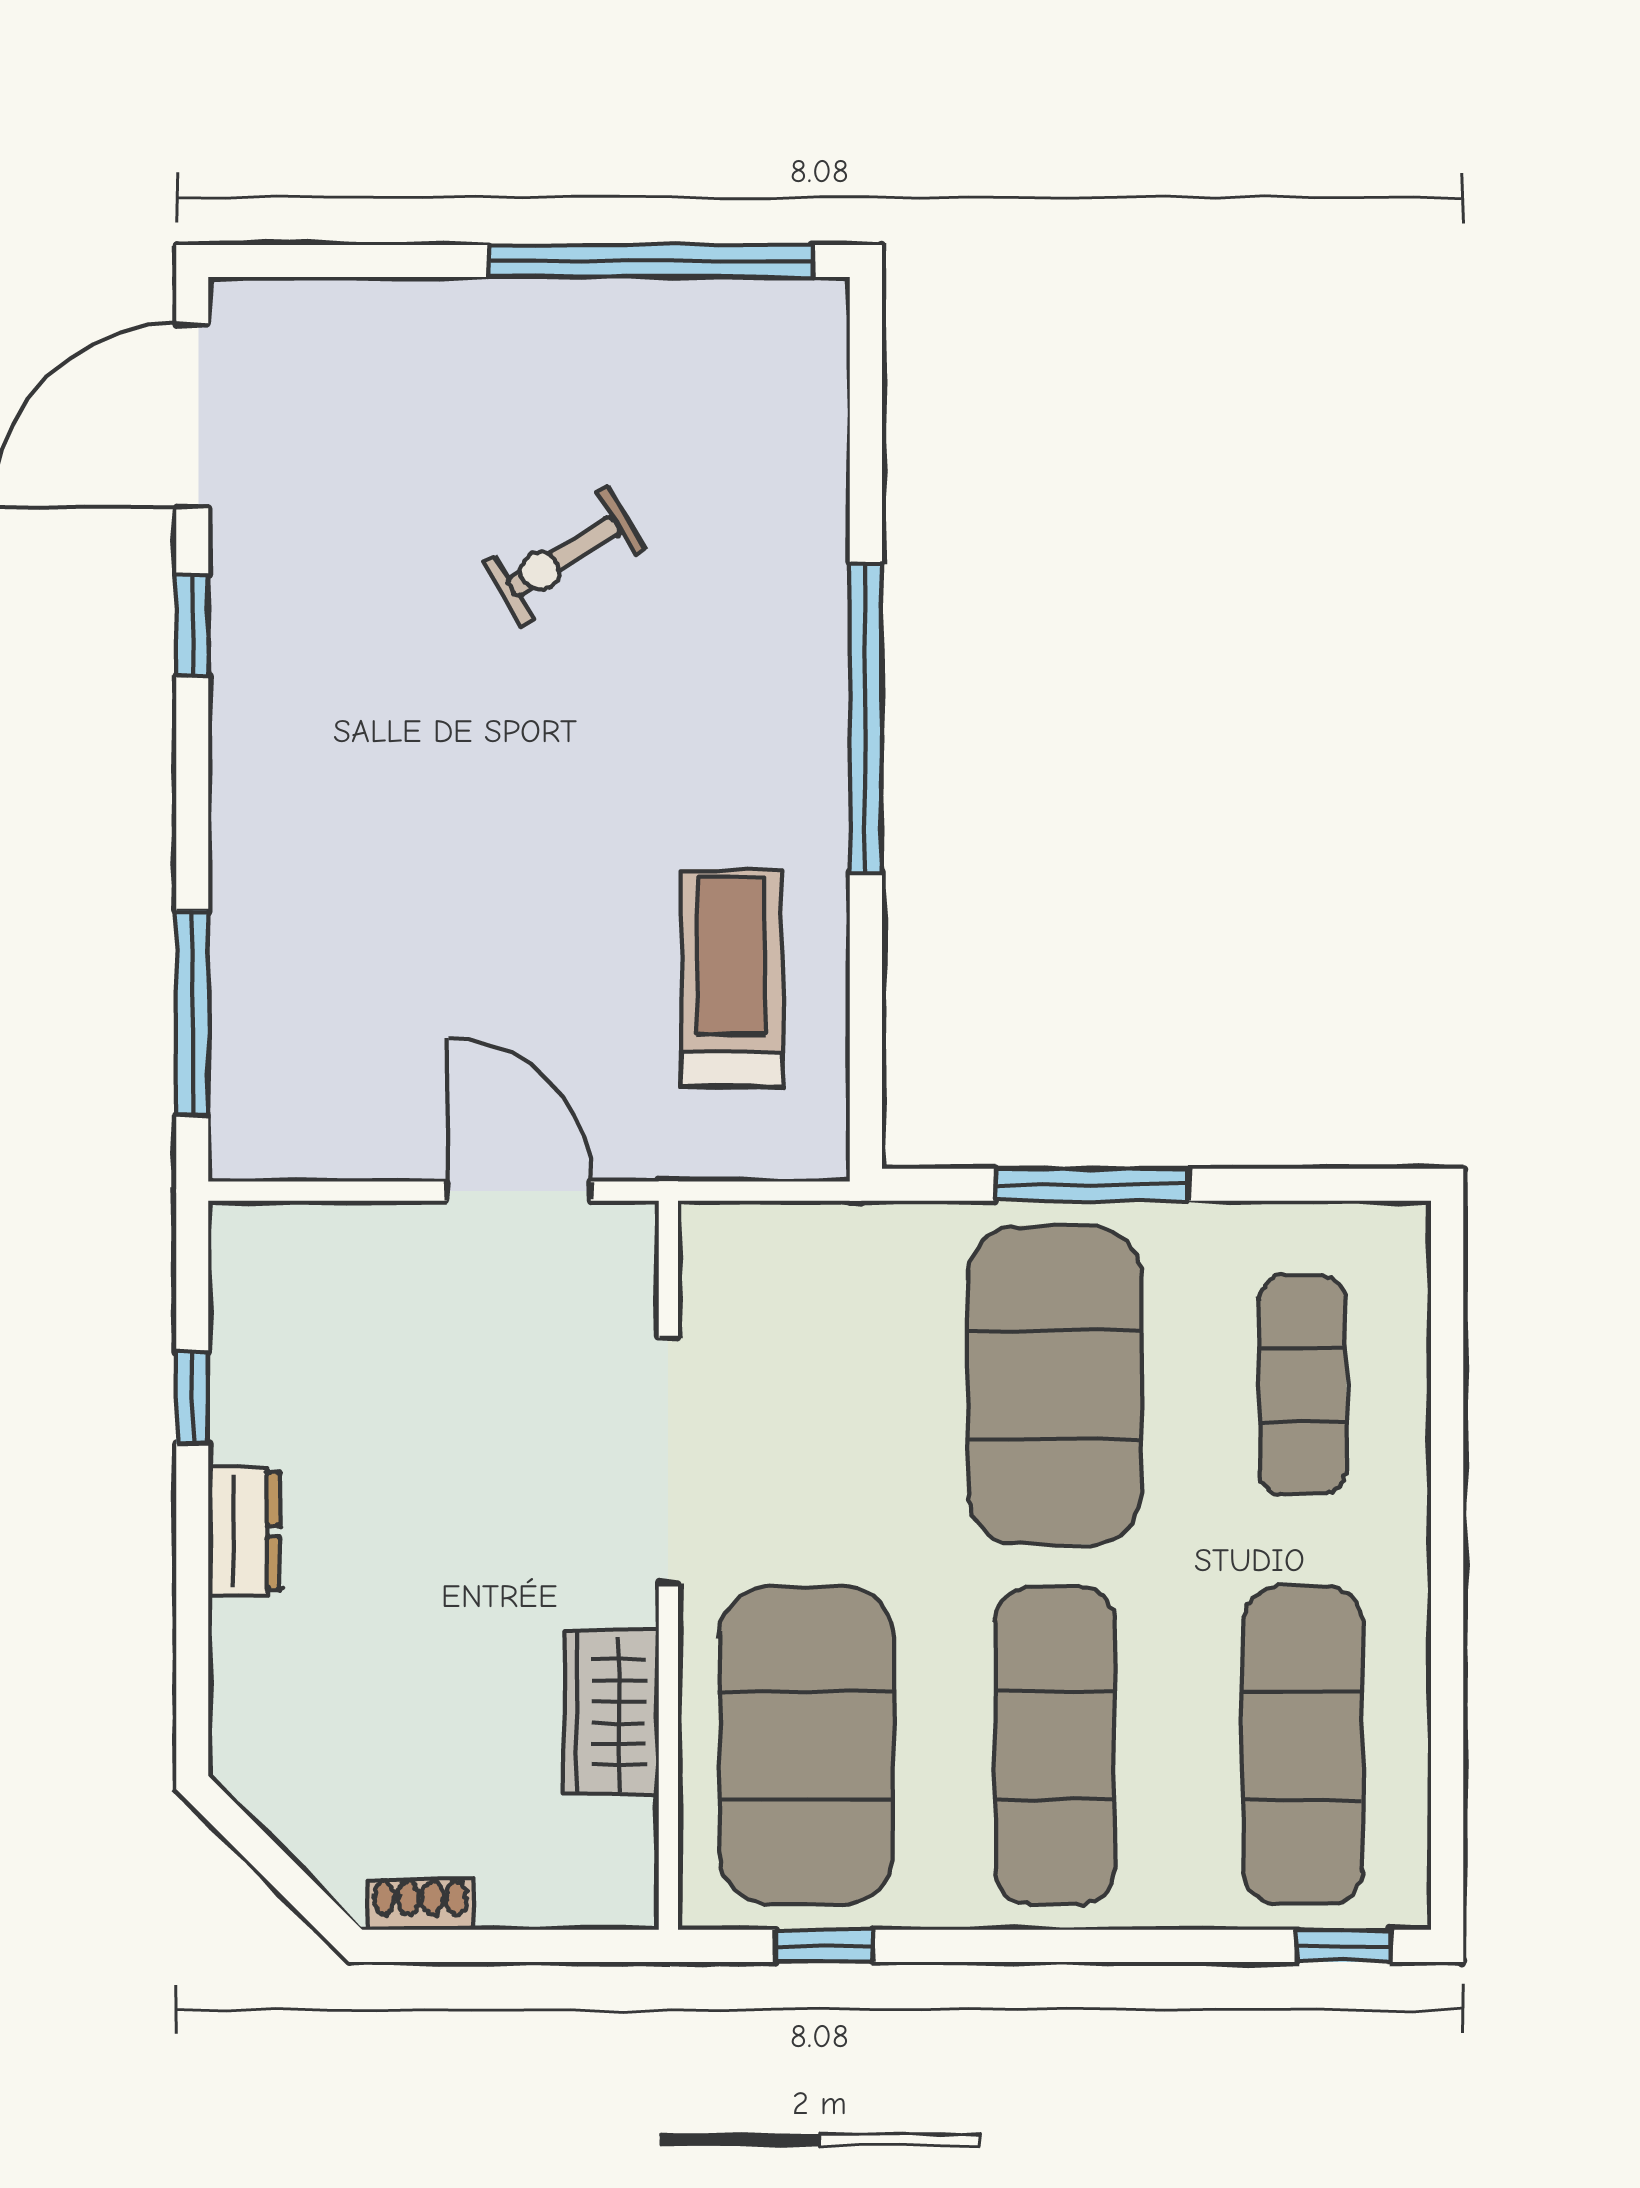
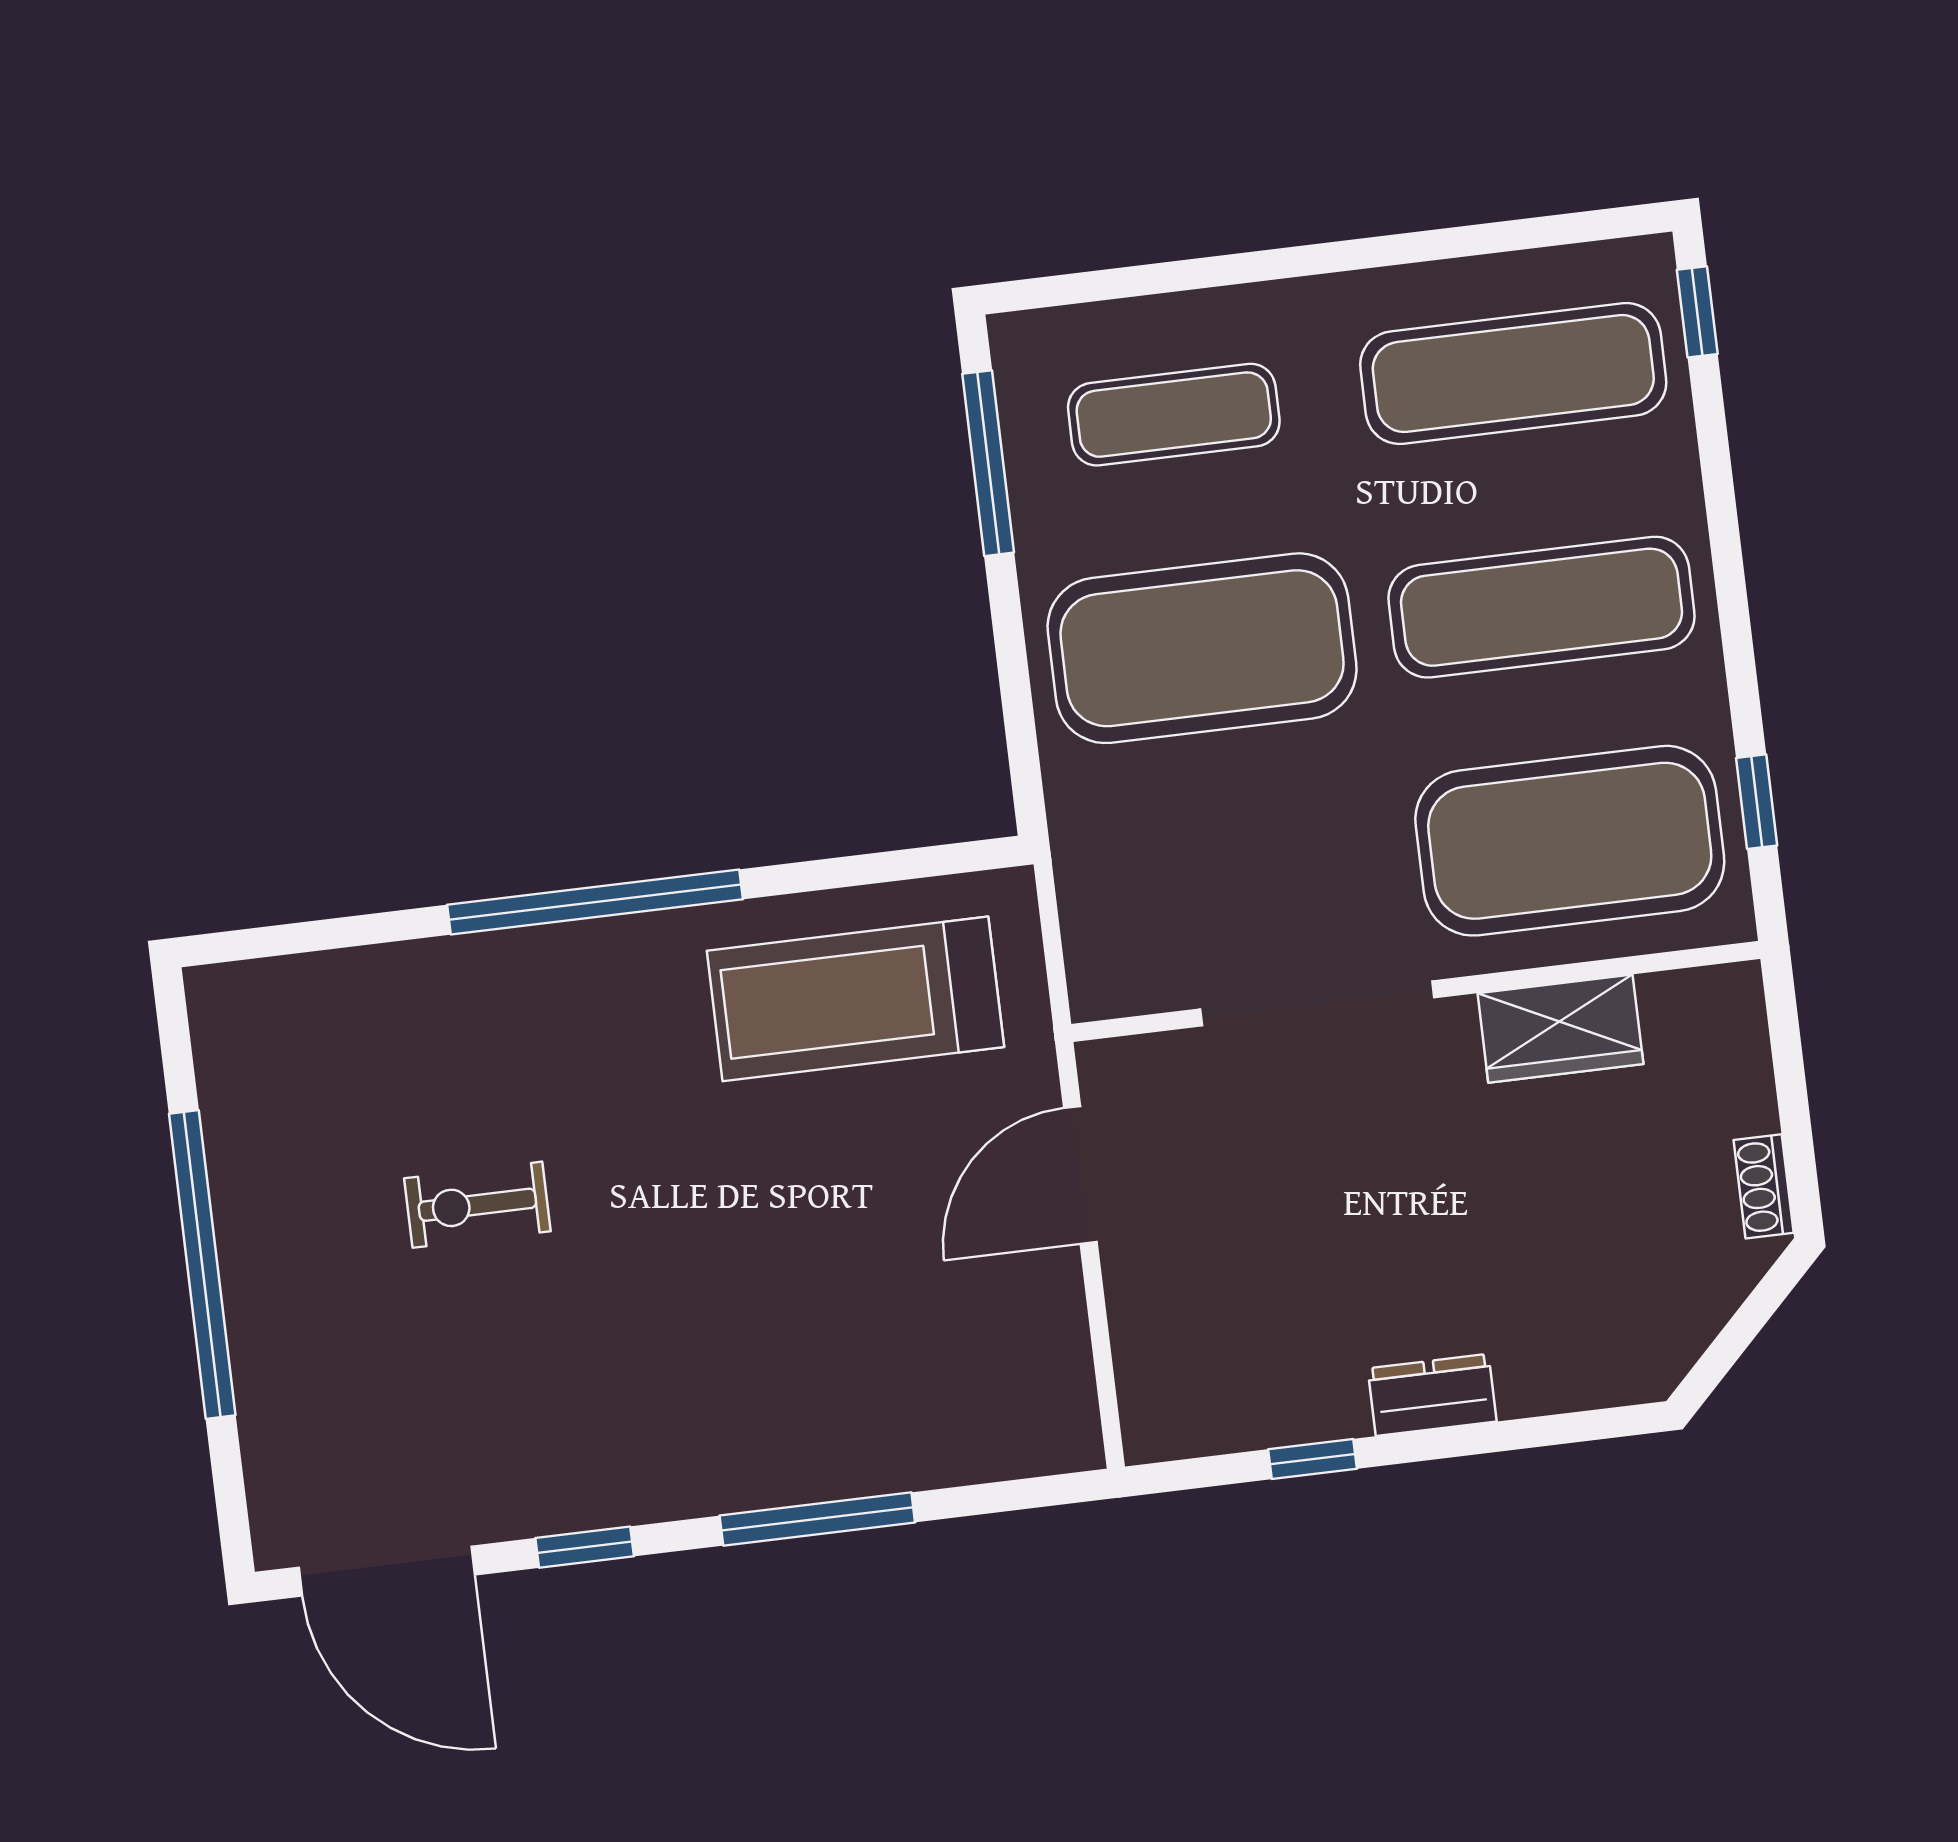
window: (651, 261) -> (202, 1264), moved
exercise bike: (564, 556) -> (477, 1205), turned 122
treadmill: (732, 978) -> (855, 999), width x1.37, depth x1.38
window: (192, 1013) -> (817, 1519), moved
window: (1092, 1185) -> (988, 463), moved

